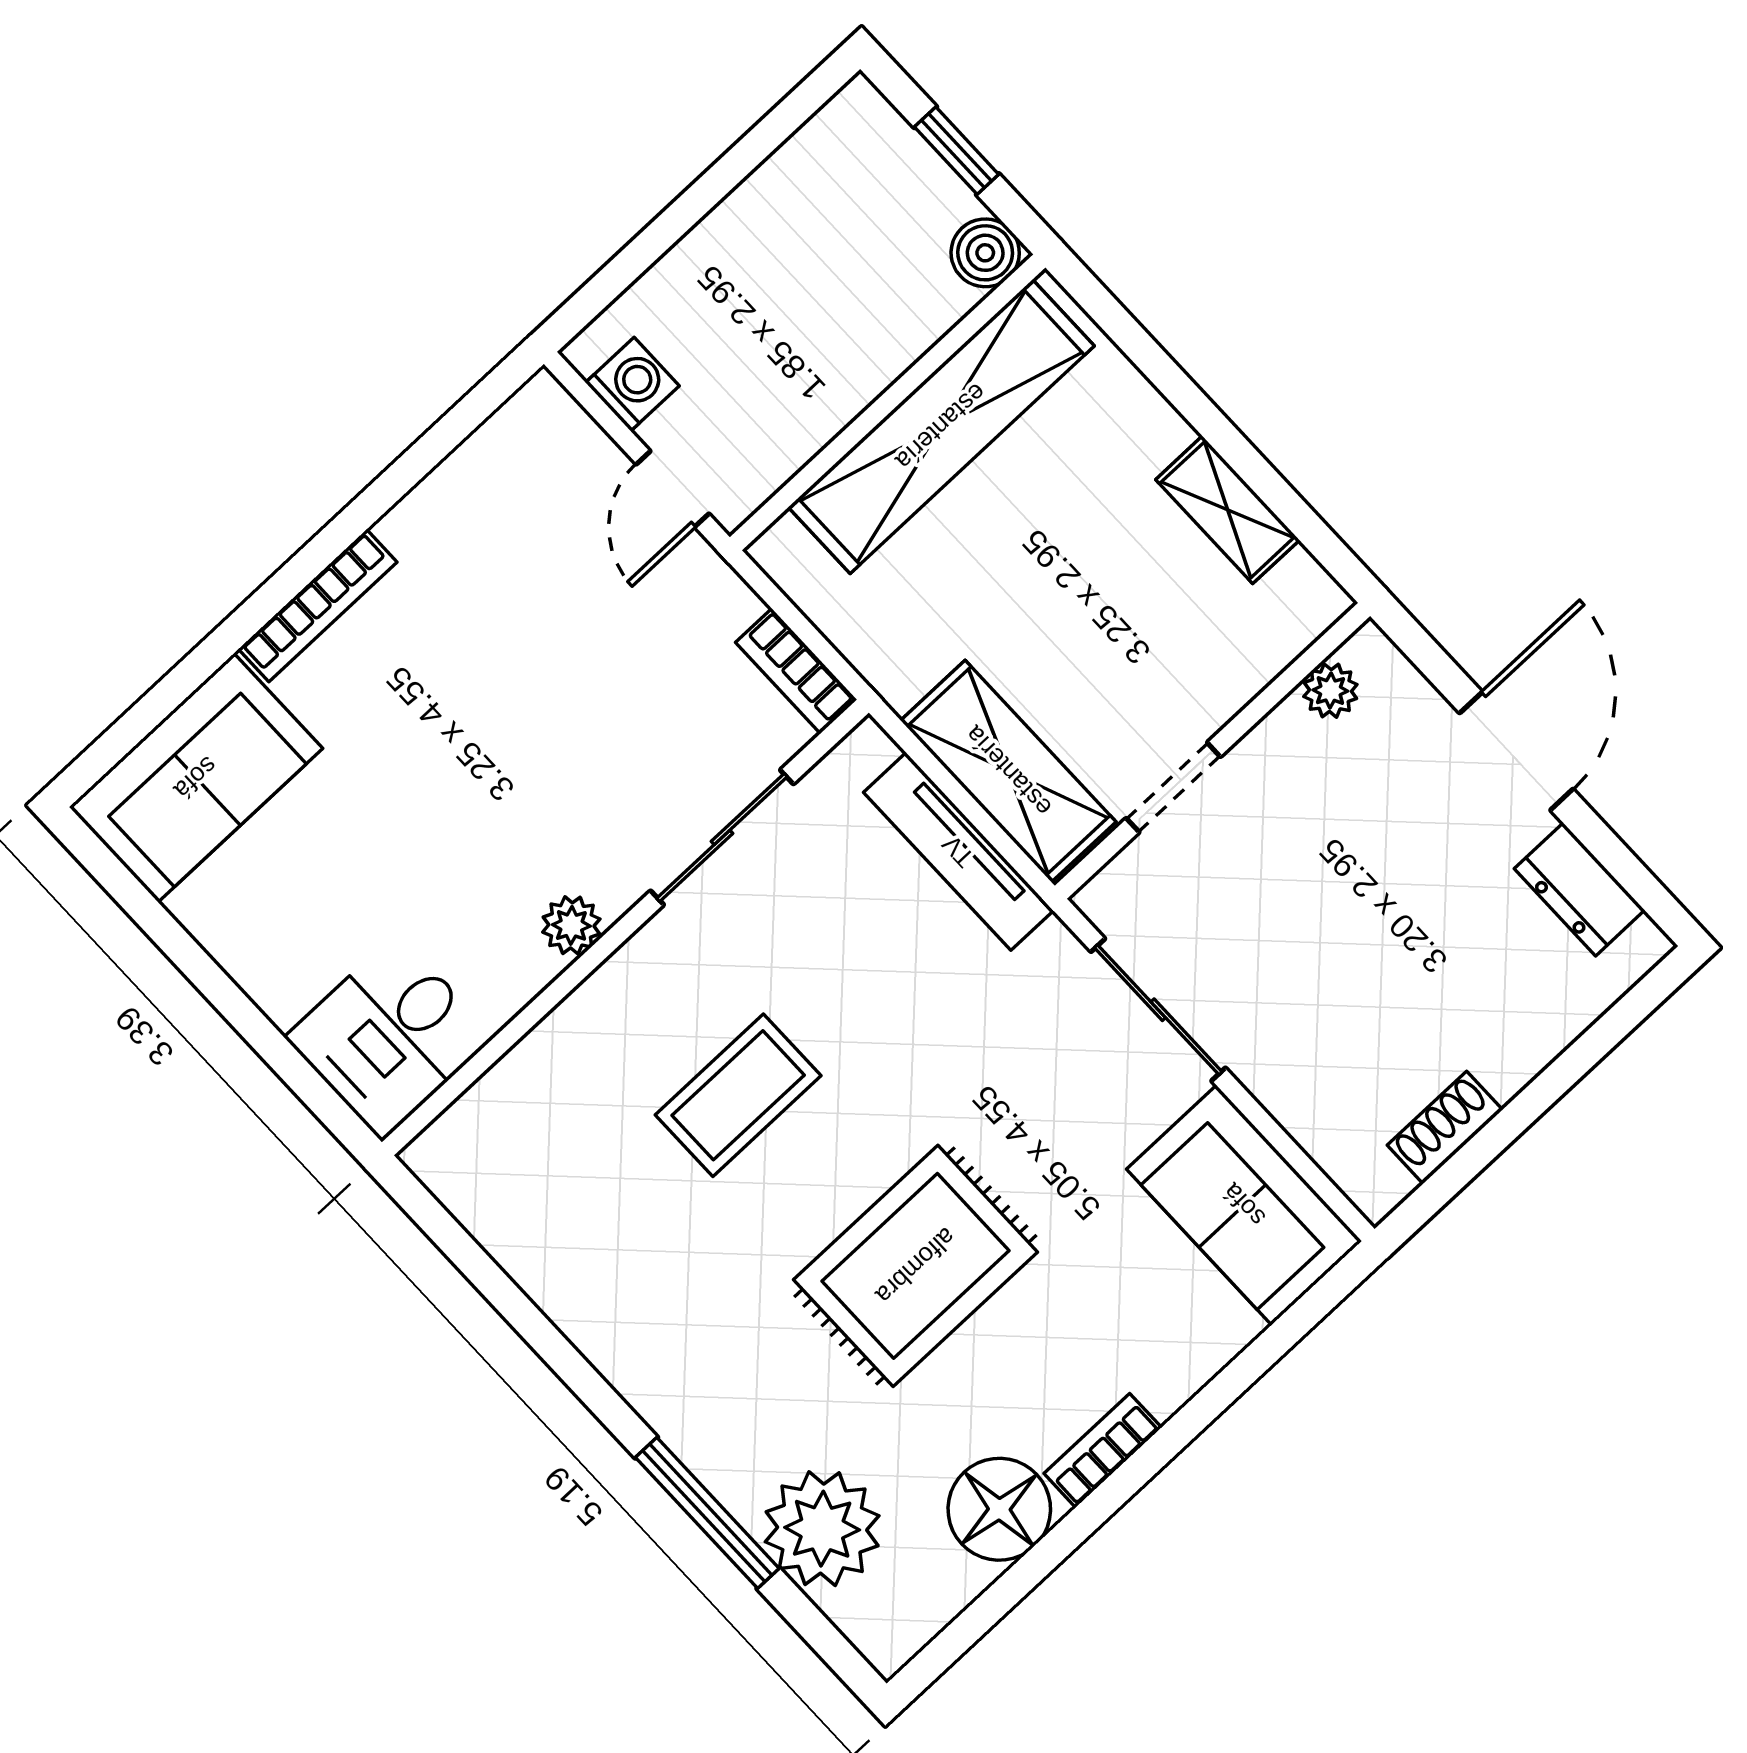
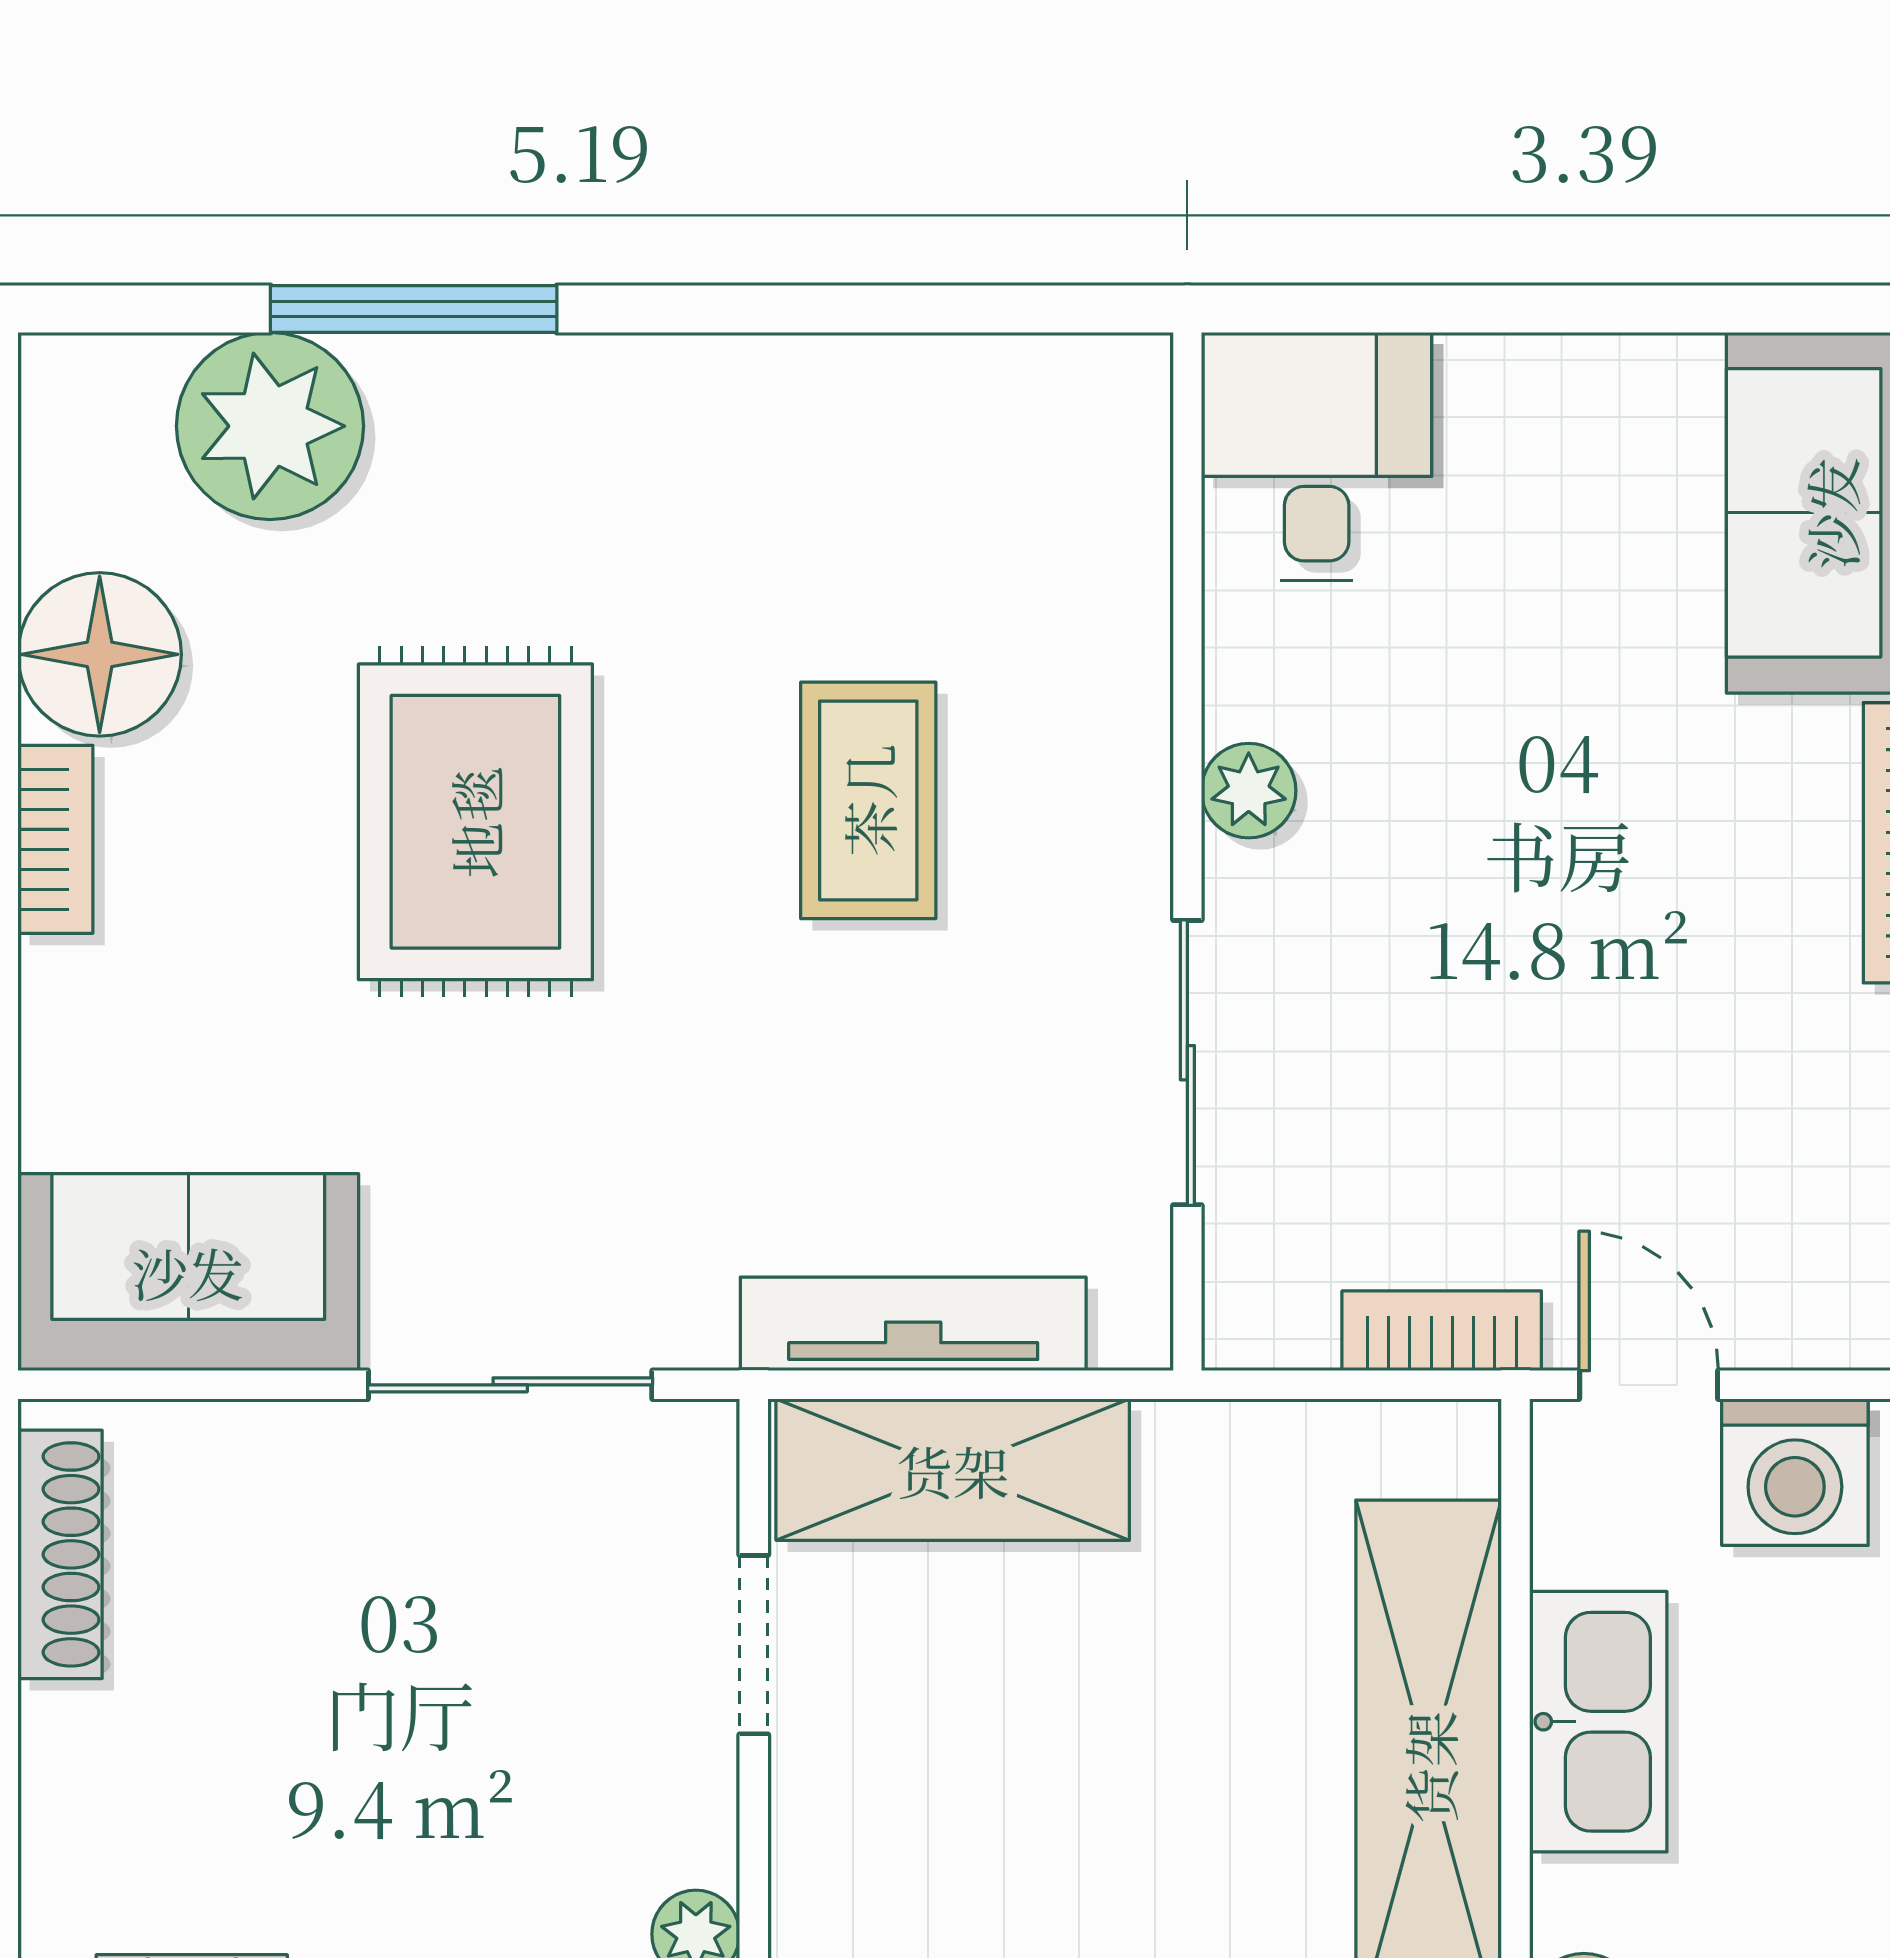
kitchen sink: (848, 368) -> (1598, 1722), added
washing machine: (632, 384) -> (1795, 1472), width x1.38, depth x1.38
bookcase: (796, 671) -> (1442, 1331), moved
shoe rack: (1445, 1127) -> (60, 1554), width x1.43

